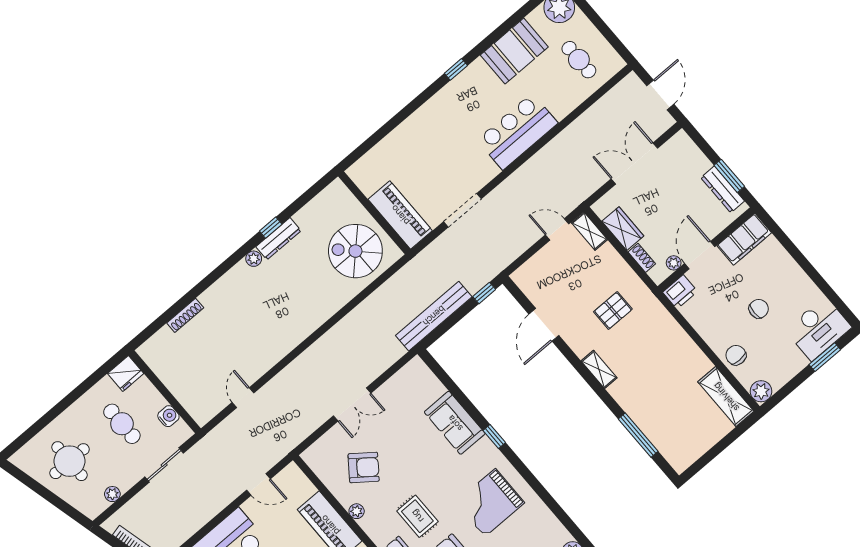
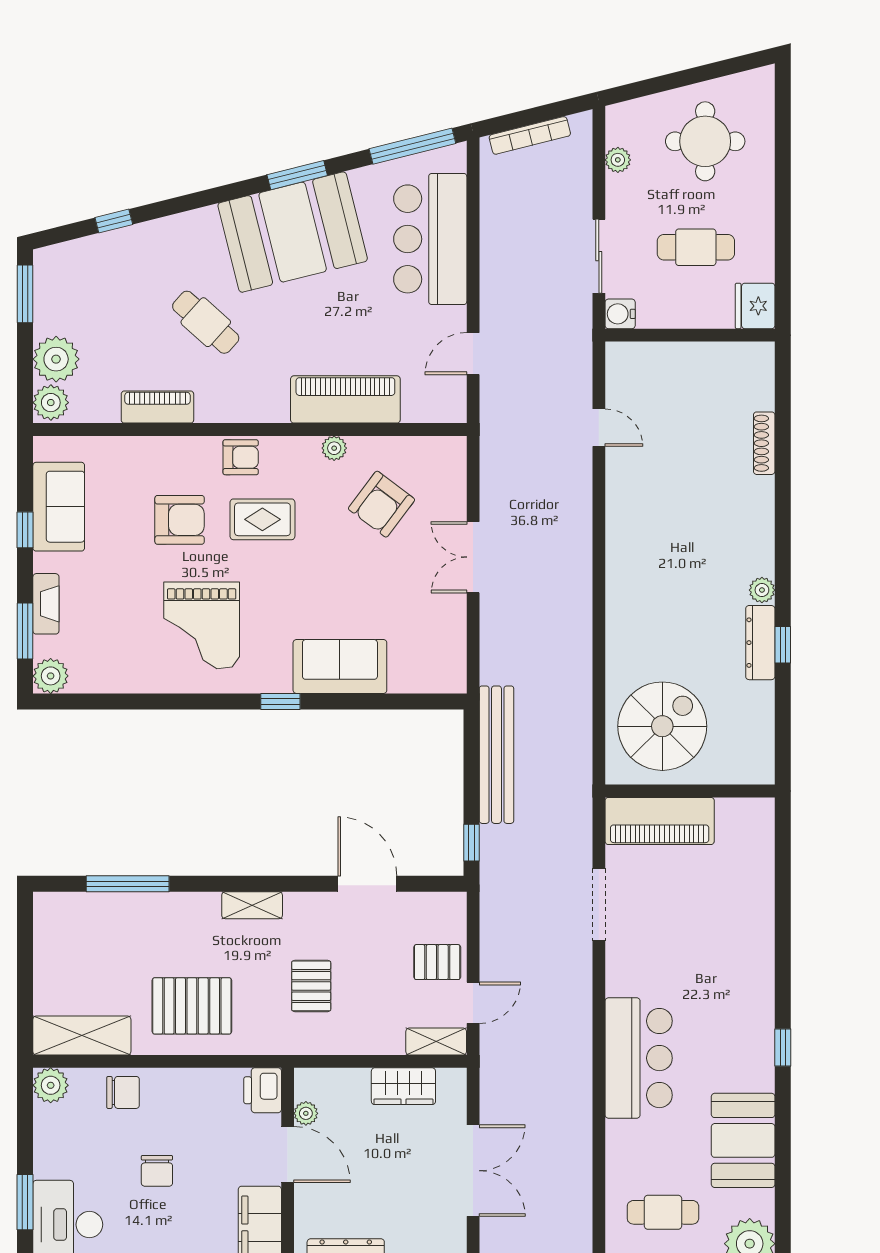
shoe rack: (642, 258) -> (346, 1079), removed
pallet: (552, 262) -> (437, 962), added
pallet: (669, 358) -> (192, 1006), added
water cooler: (168, 416) -> (620, 314), moved, turned 90
grand piano: (490, 503) -> (202, 625), turned 180

